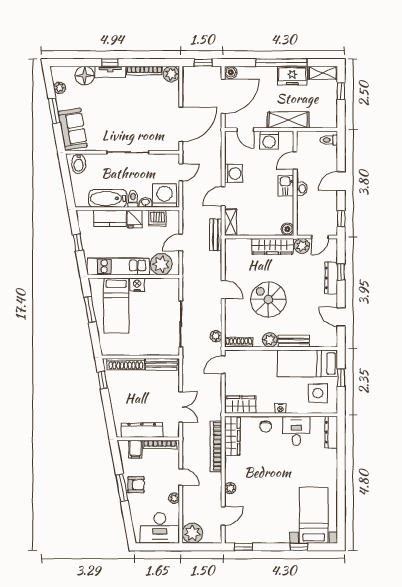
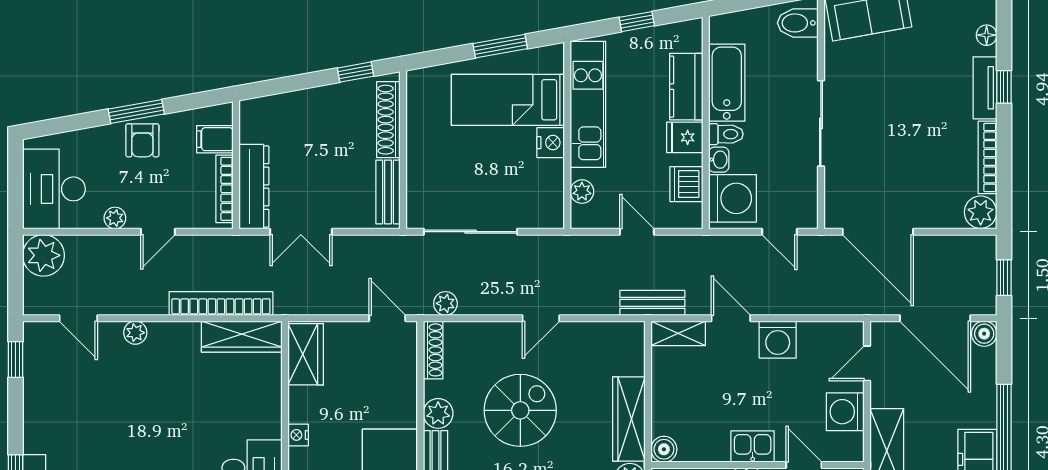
floor lamp: (85, 76) -> (987, 35), width x0.53, depth x0.53
plant: (161, 264) -> (582, 192), width x0.53, depth x0.53
chair: (266, 427) -> (261, 405), removed
dresser: (142, 430) -> (254, 187), moved

